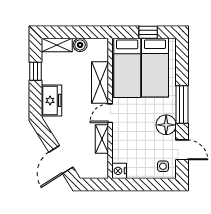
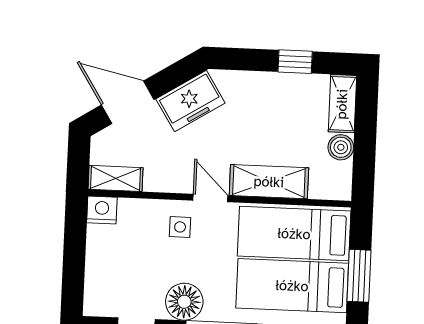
window: (148, 32) -> (359, 276), width x1.50
freezer: (51, 100) -> (190, 101), moved, turned -32
shelving: (102, 139) -> (115, 178), moved
side table: (163, 166) -> (180, 227), moved

